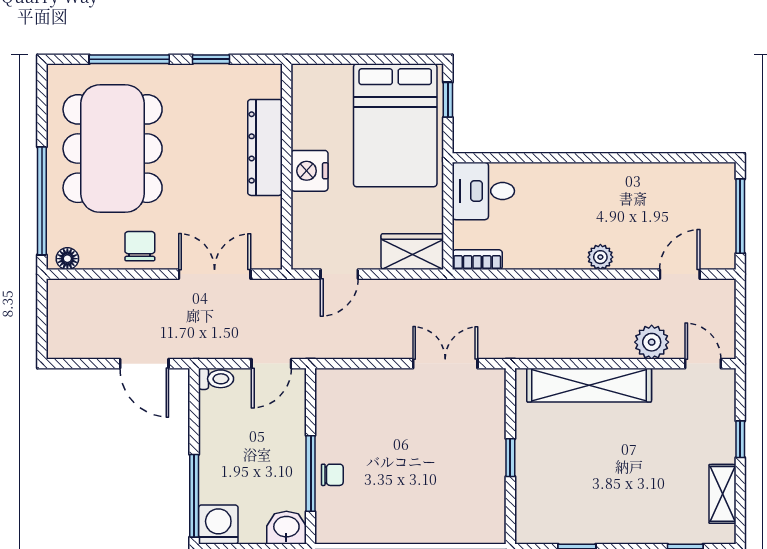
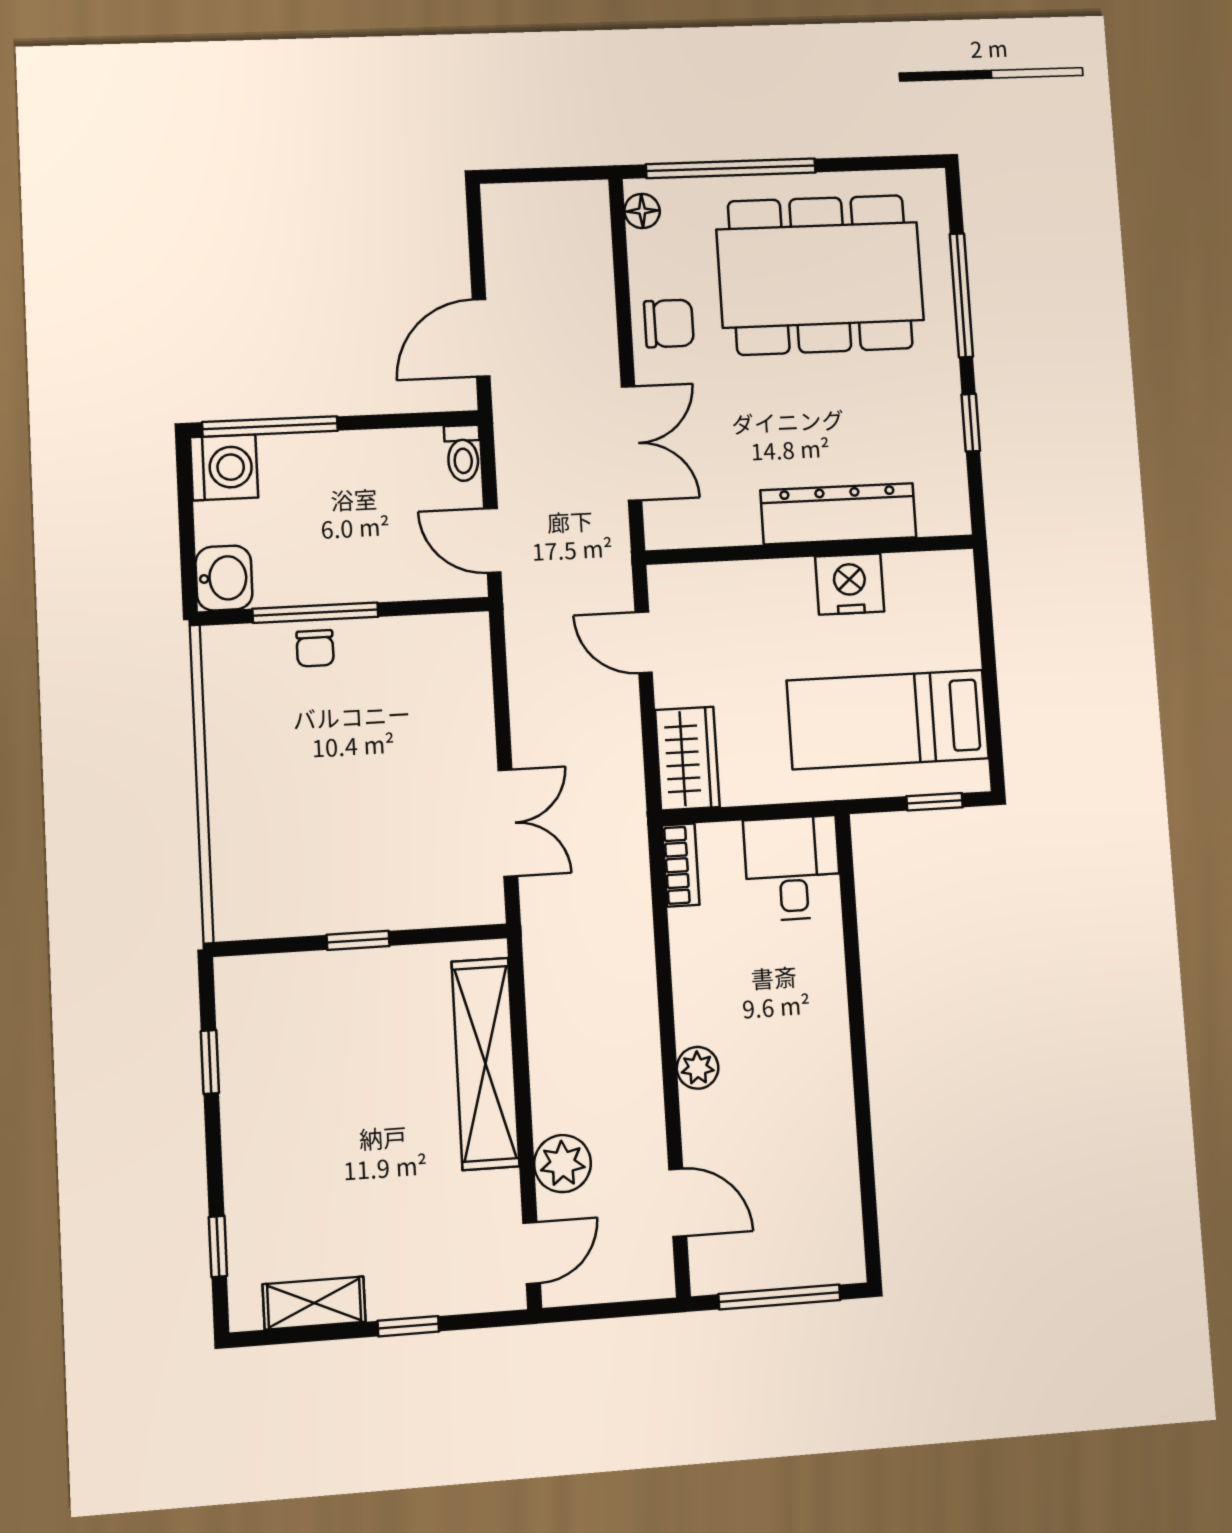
bed: (395, 125) -> (888, 719), width x0.67
nightstand: (309, 171) -> (850, 584), moved

